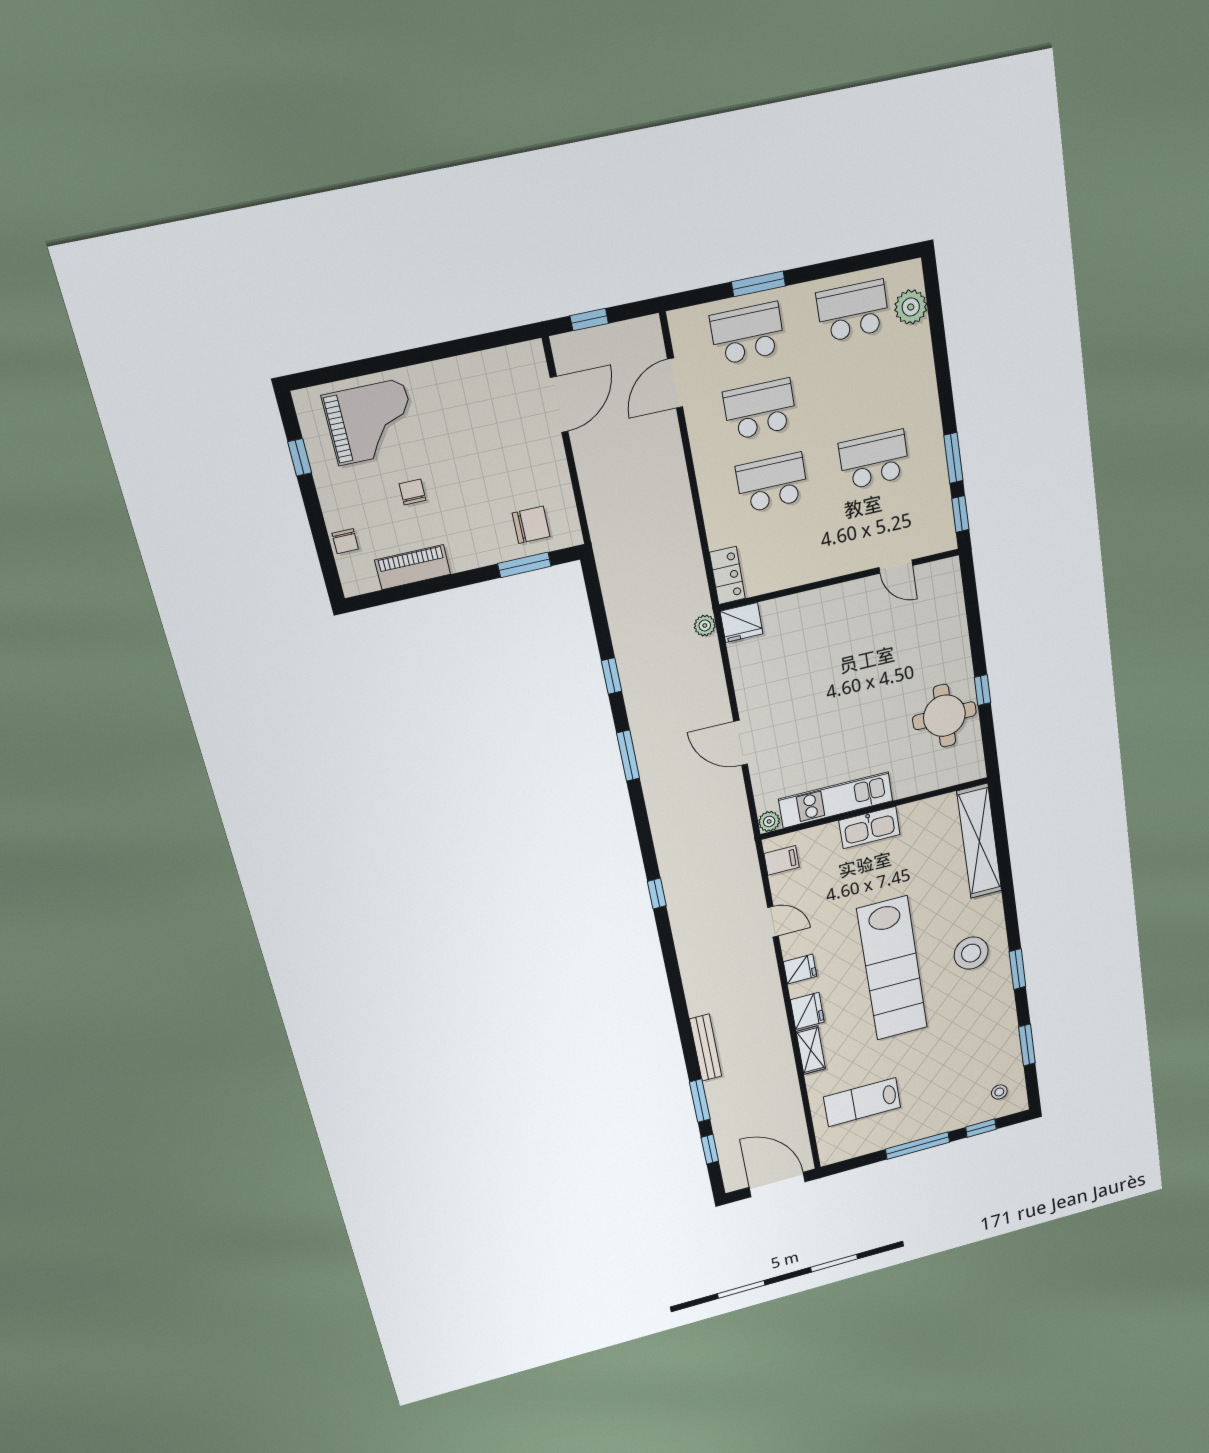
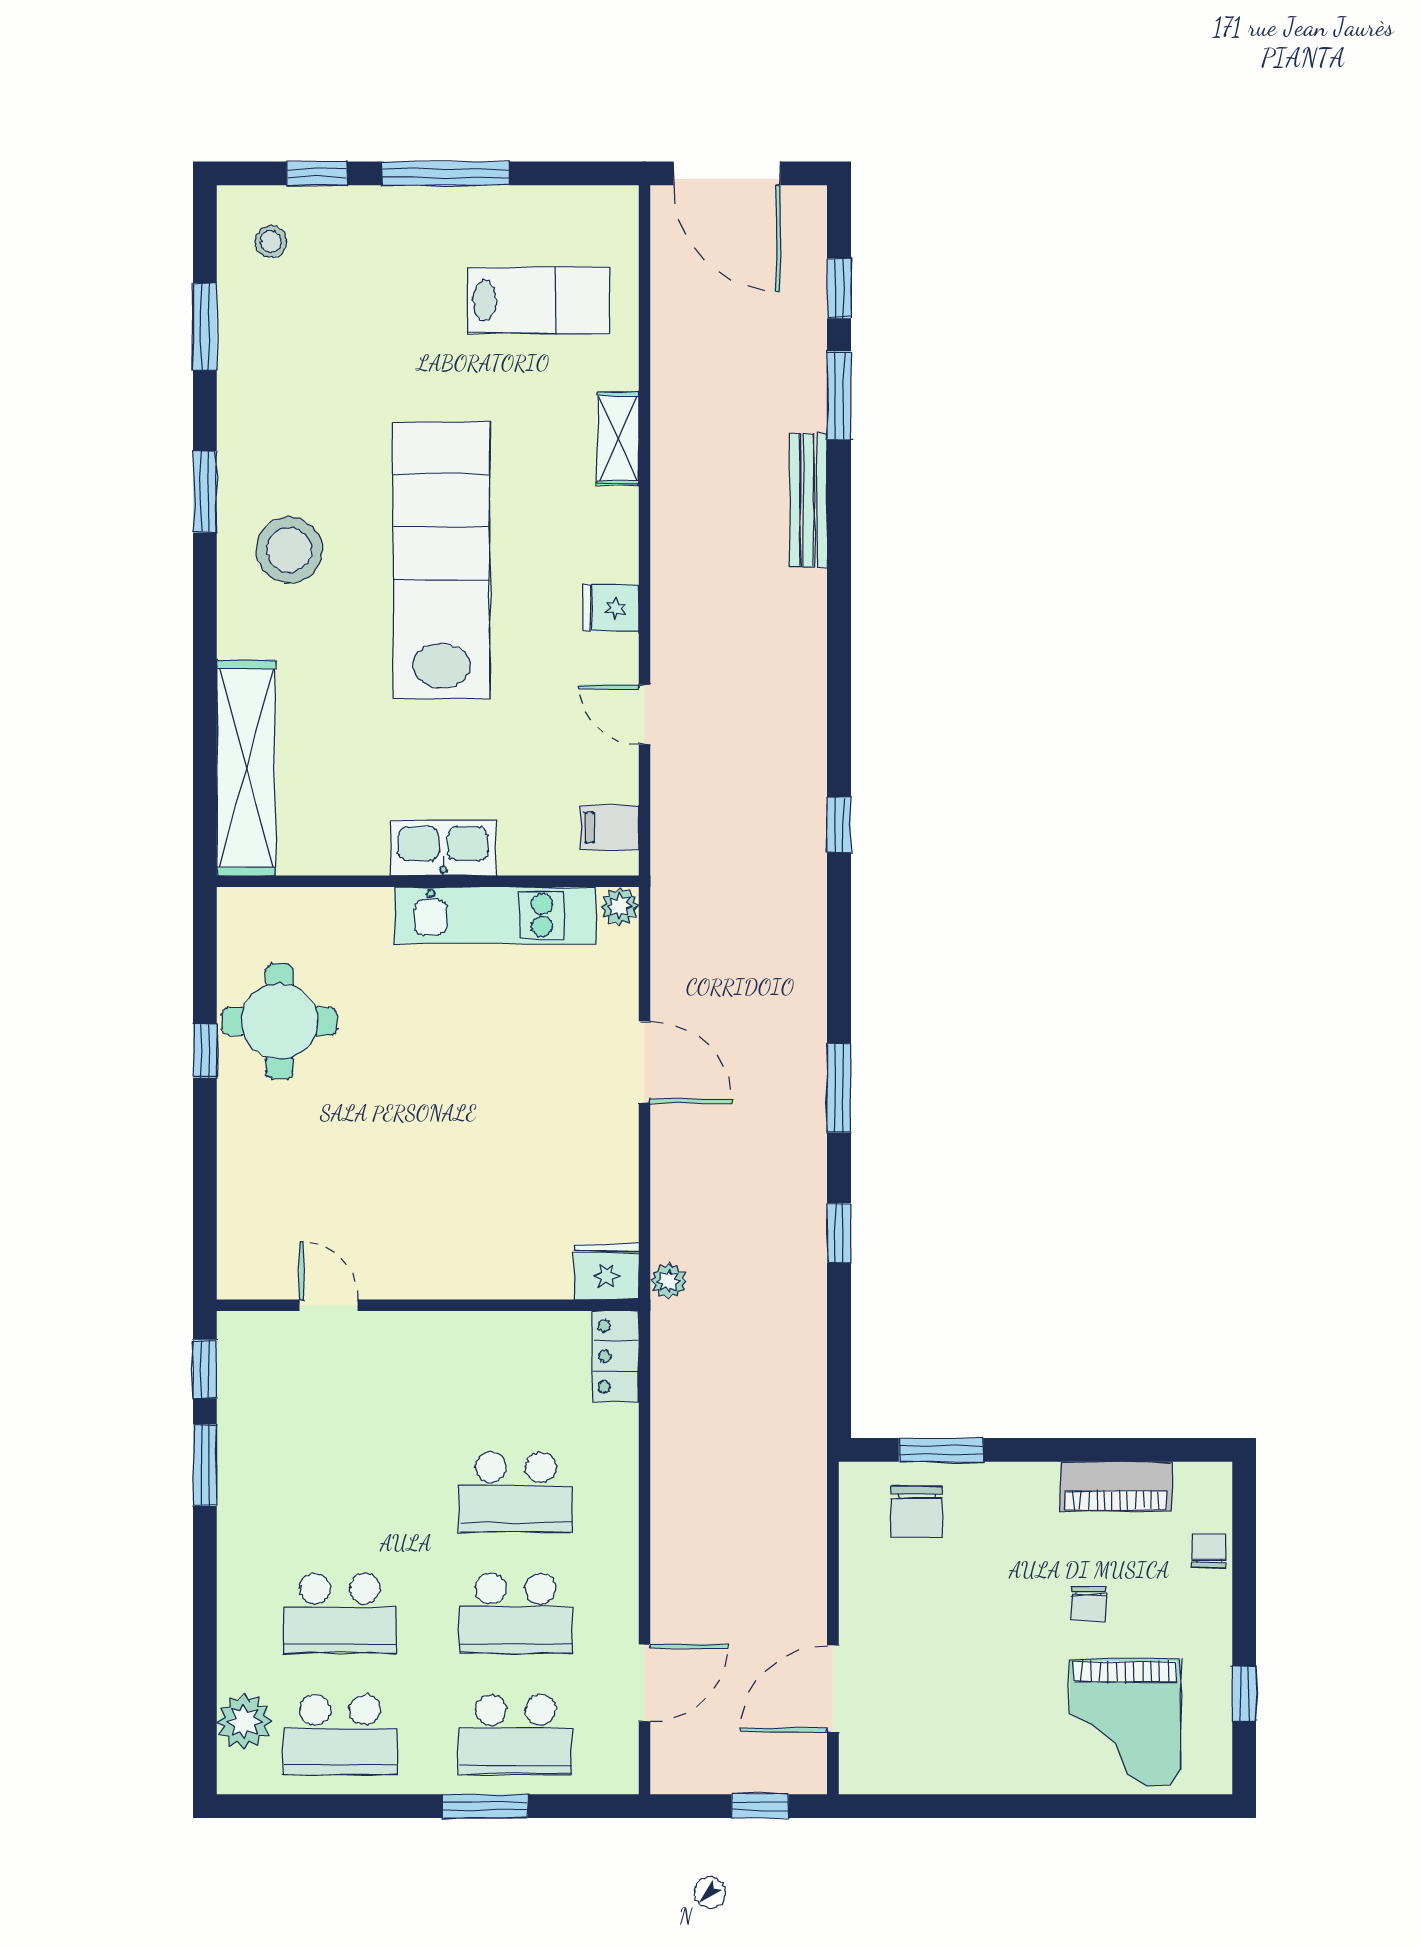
grand piano: (371, 422) -> (1125, 1723), turned -90
school desk: (874, 460) -> (340, 1613), moved
chair: (531, 525) -> (917, 1511), turned -90
fridge: (807, 1011) -> (611, 520), removed

